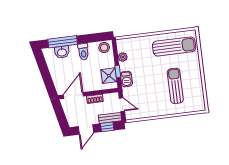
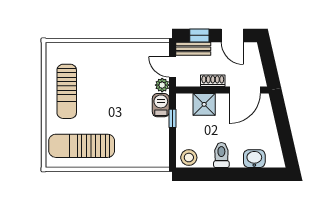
window: (63, 42) -> (251, 174), removed
plant: (123, 57) -> (162, 85), moved
shower: (109, 76) -> (204, 104), moved
sun lounger: (175, 86) -> (67, 91), moved
door: (86, 130) -> (232, 35), swing flipped

